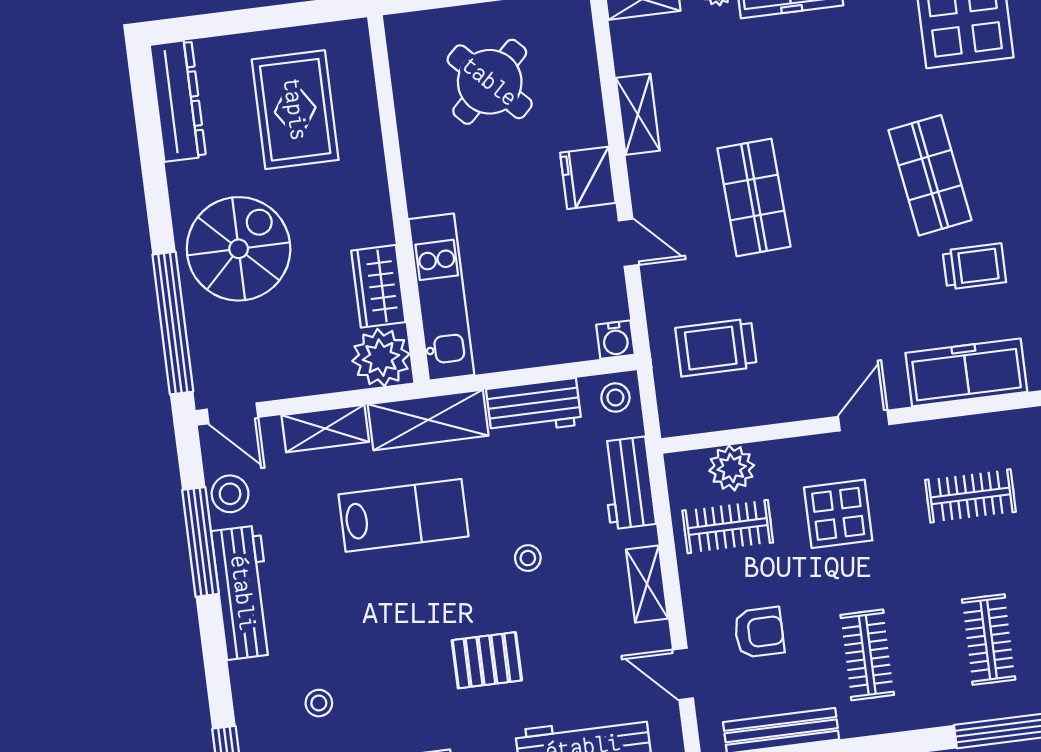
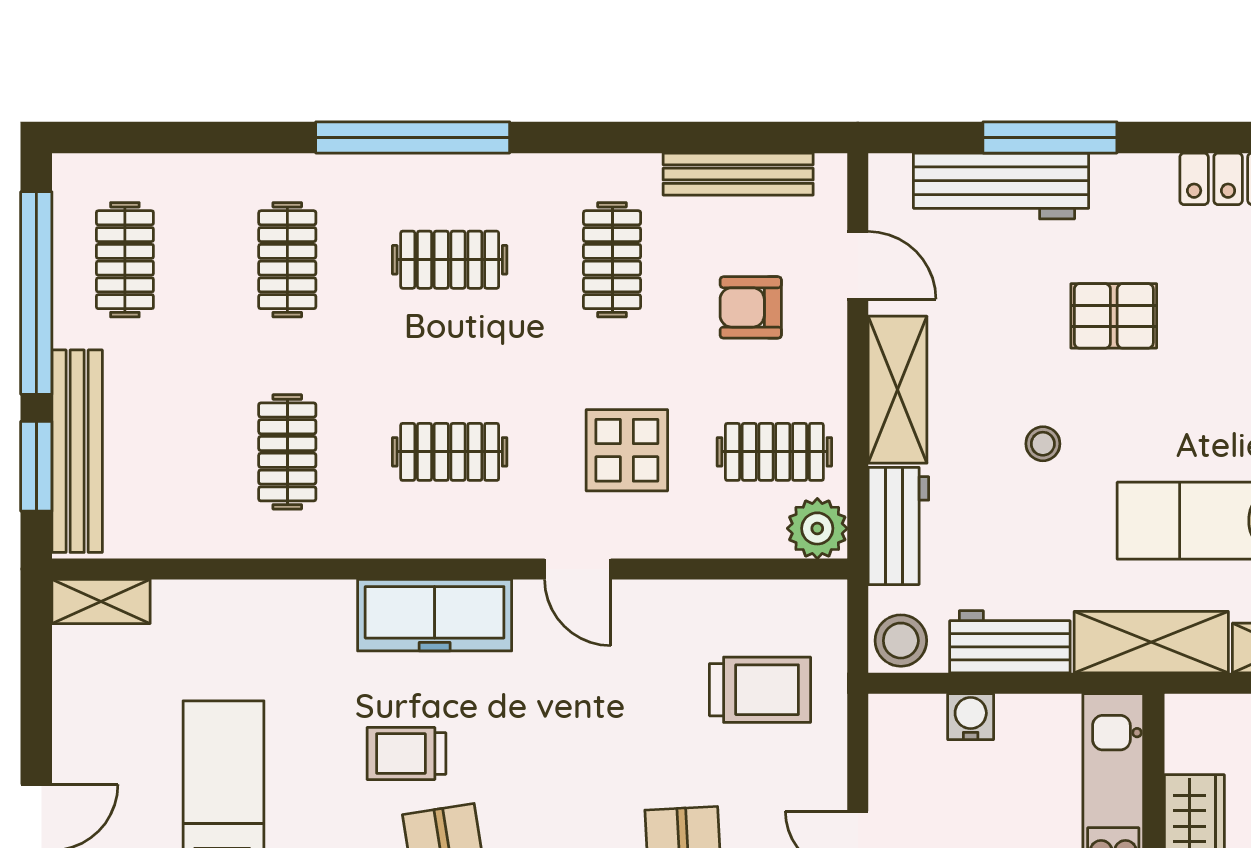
water cooler: (615, 340) -> (971, 717), moved
plant: (381, 358) -> (1203, 732), removed
stool: (615, 397) -> (901, 641), width x1.37, depth x1.37
door: (864, 420) -> (578, 569), hinge flipped
plant: (732, 468) -> (817, 528), moved
shelving: (647, 584) -> (898, 390), width x1.50, depth x1.33
clothes rail: (989, 640) -> (450, 260), turned 90

